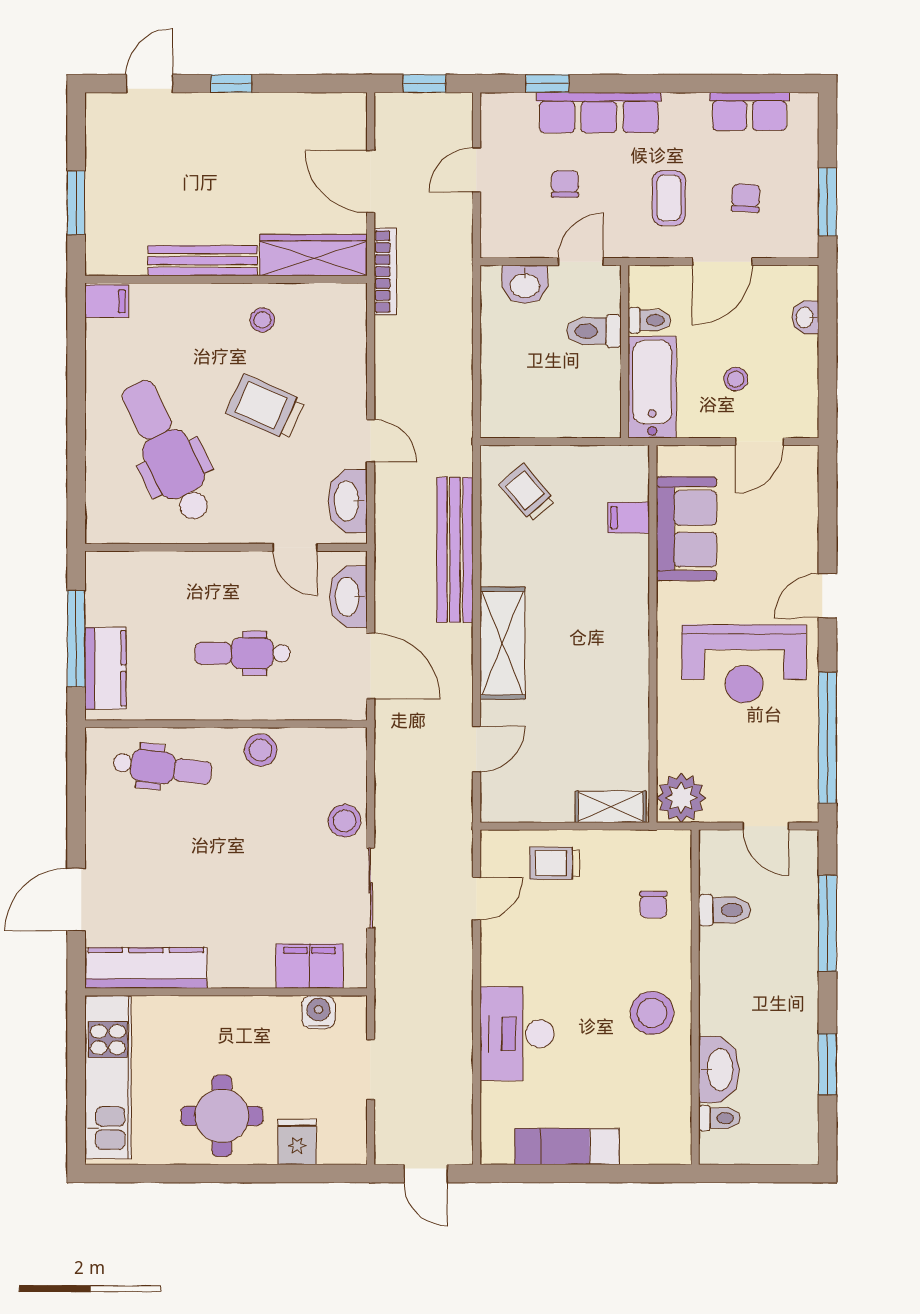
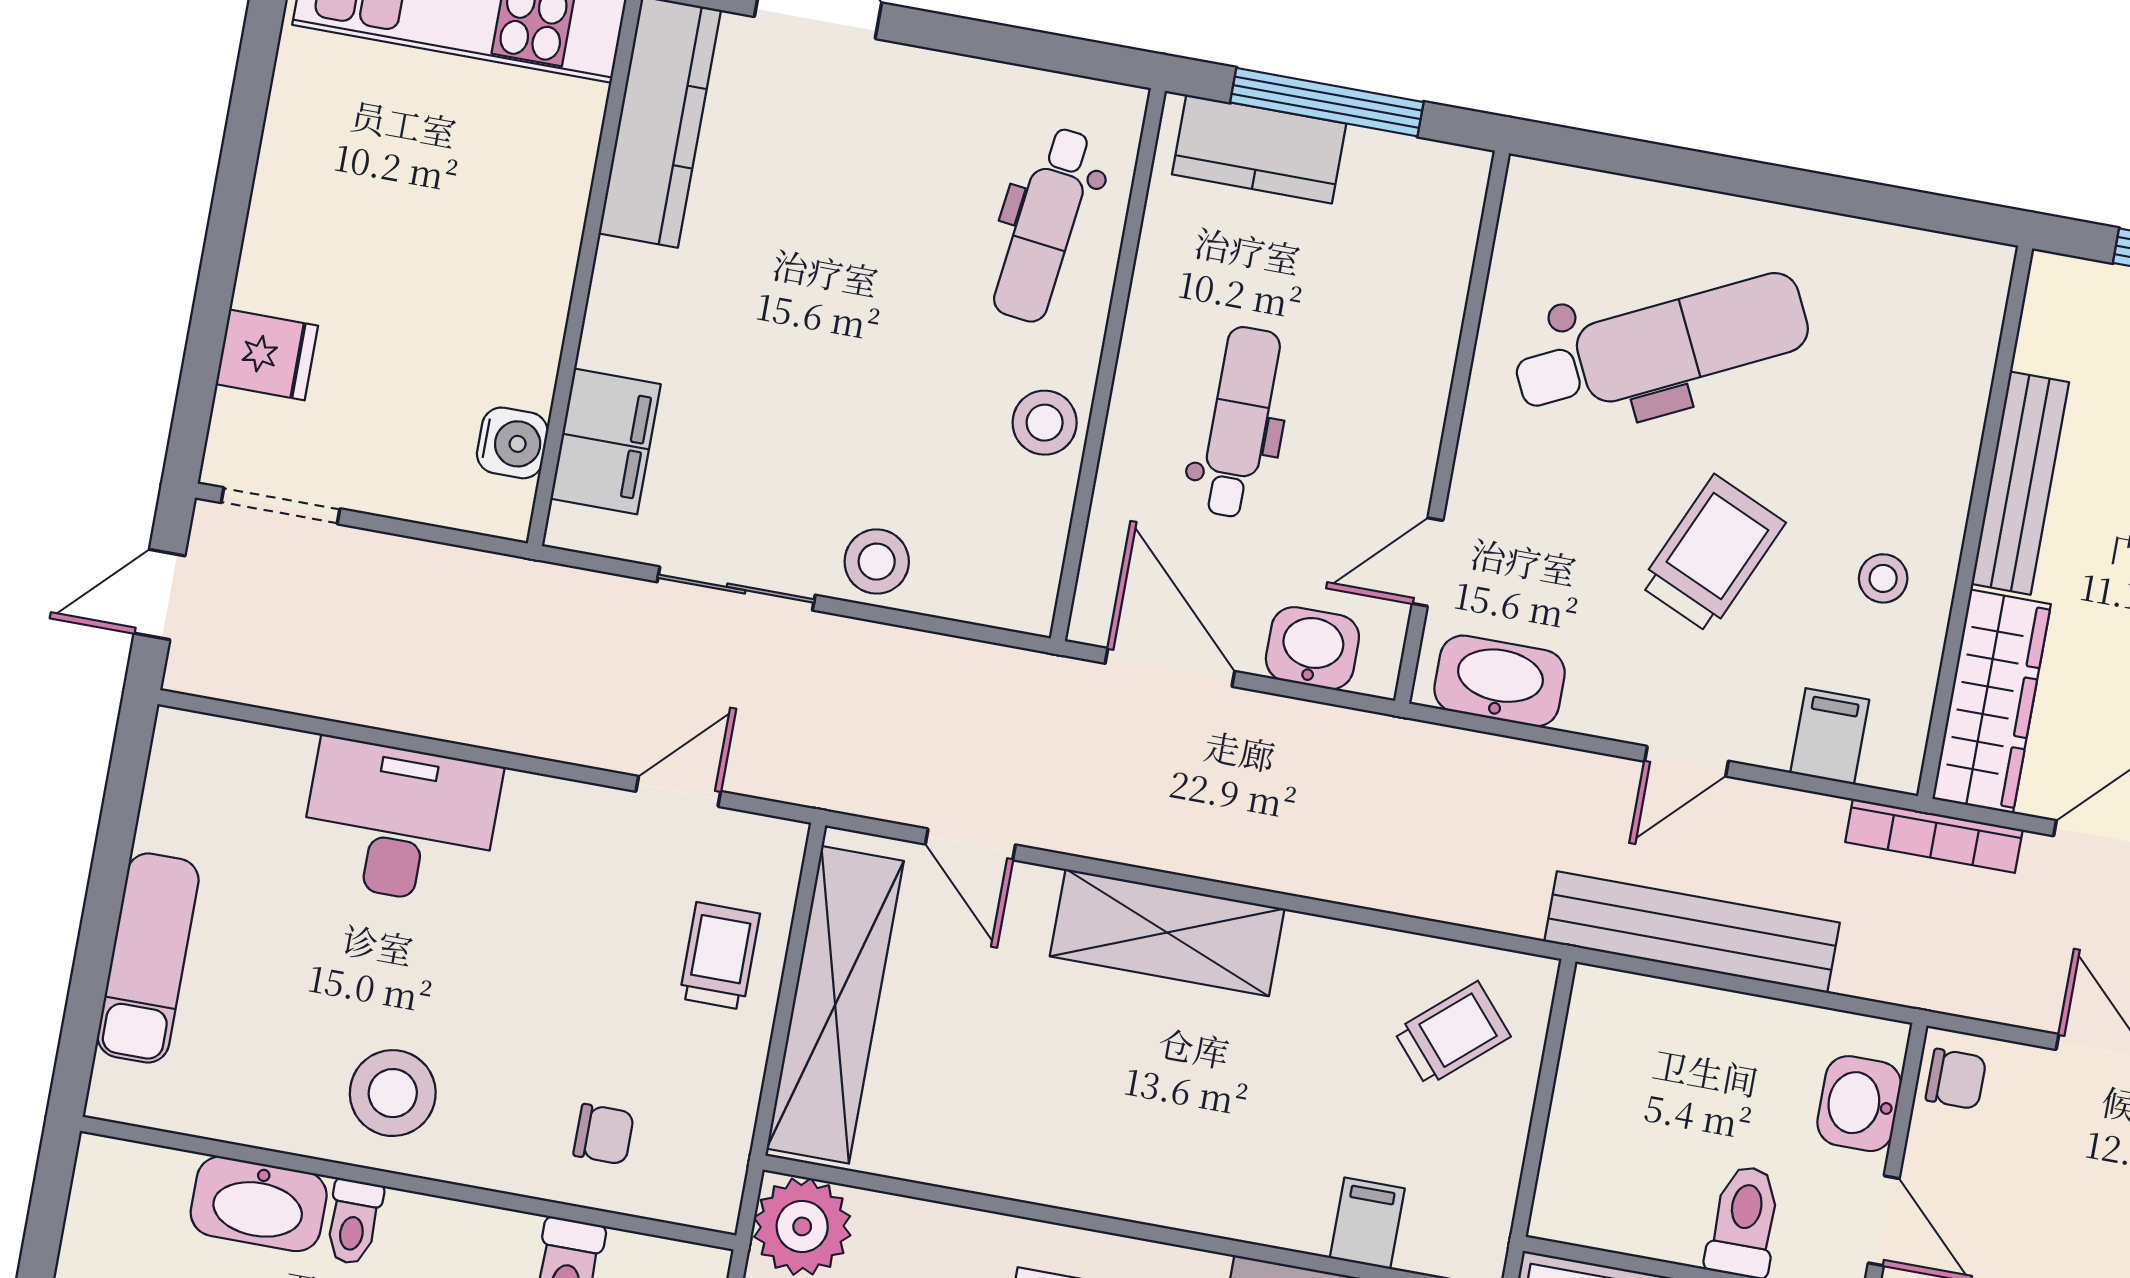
chair: (565, 184) -> (1956, 1079), moved
filing cabinet: (107, 301) -> (1830, 736), moved, turned 180
door: (371, 441) -> (1686, 761), moved
bench: (455, 550) -> (1692, 932), moved
washbasin: (348, 597) -> (1312, 648), width x0.72
door: (371, 666) -> (1170, 667), swing flipped
shelving: (611, 807) -> (835, 1005), width x2.20, depth x1.33
door: (476, 898) -> (678, 791), swing flipped
chair: (653, 905) -> (604, 1134), turned 180
doorway: (371, 1069) -> (280, 506), moved
round table: (222, 1116) -> (344, 218), removed
toilet: (719, 1118) -> (353, 1222), moved
exam couch: (567, 1146) -> (148, 958), moved

